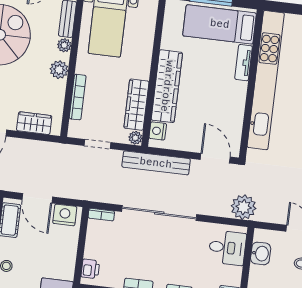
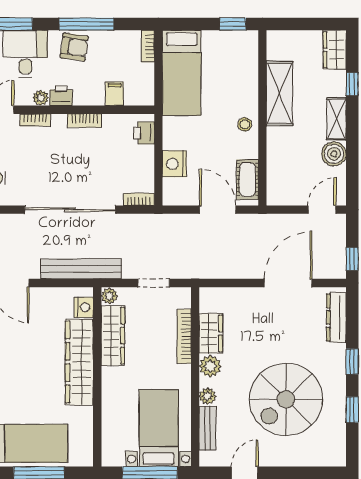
wardrobe: (34, 123) -> (211, 333), moved, turned -90
nightstand: (65, 215) -> (174, 164), moved, turned 90

